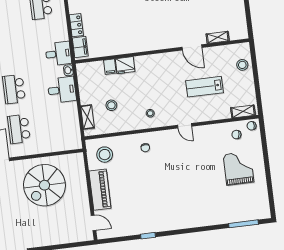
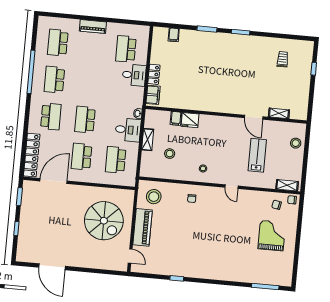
desk: (58, 54) -> (134, 75), moved
lab bench: (204, 87) -> (257, 155), turned 90
shelving: (88, 117) -> (148, 140), moved
school desk: (56, 124) -> (116, 160), added
spiral stairs: (44, 185) -> (104, 221), moved, turned -90

